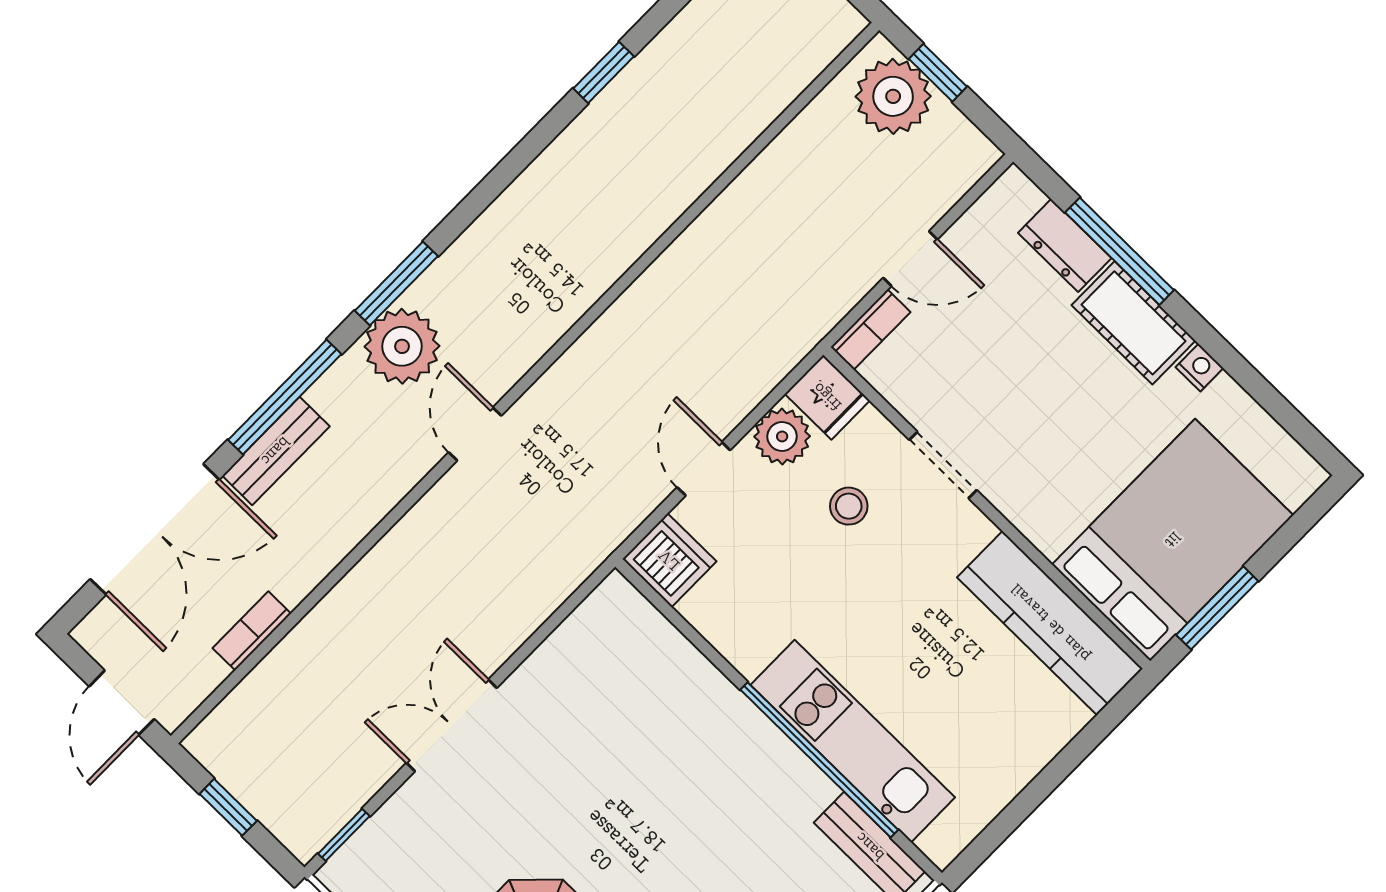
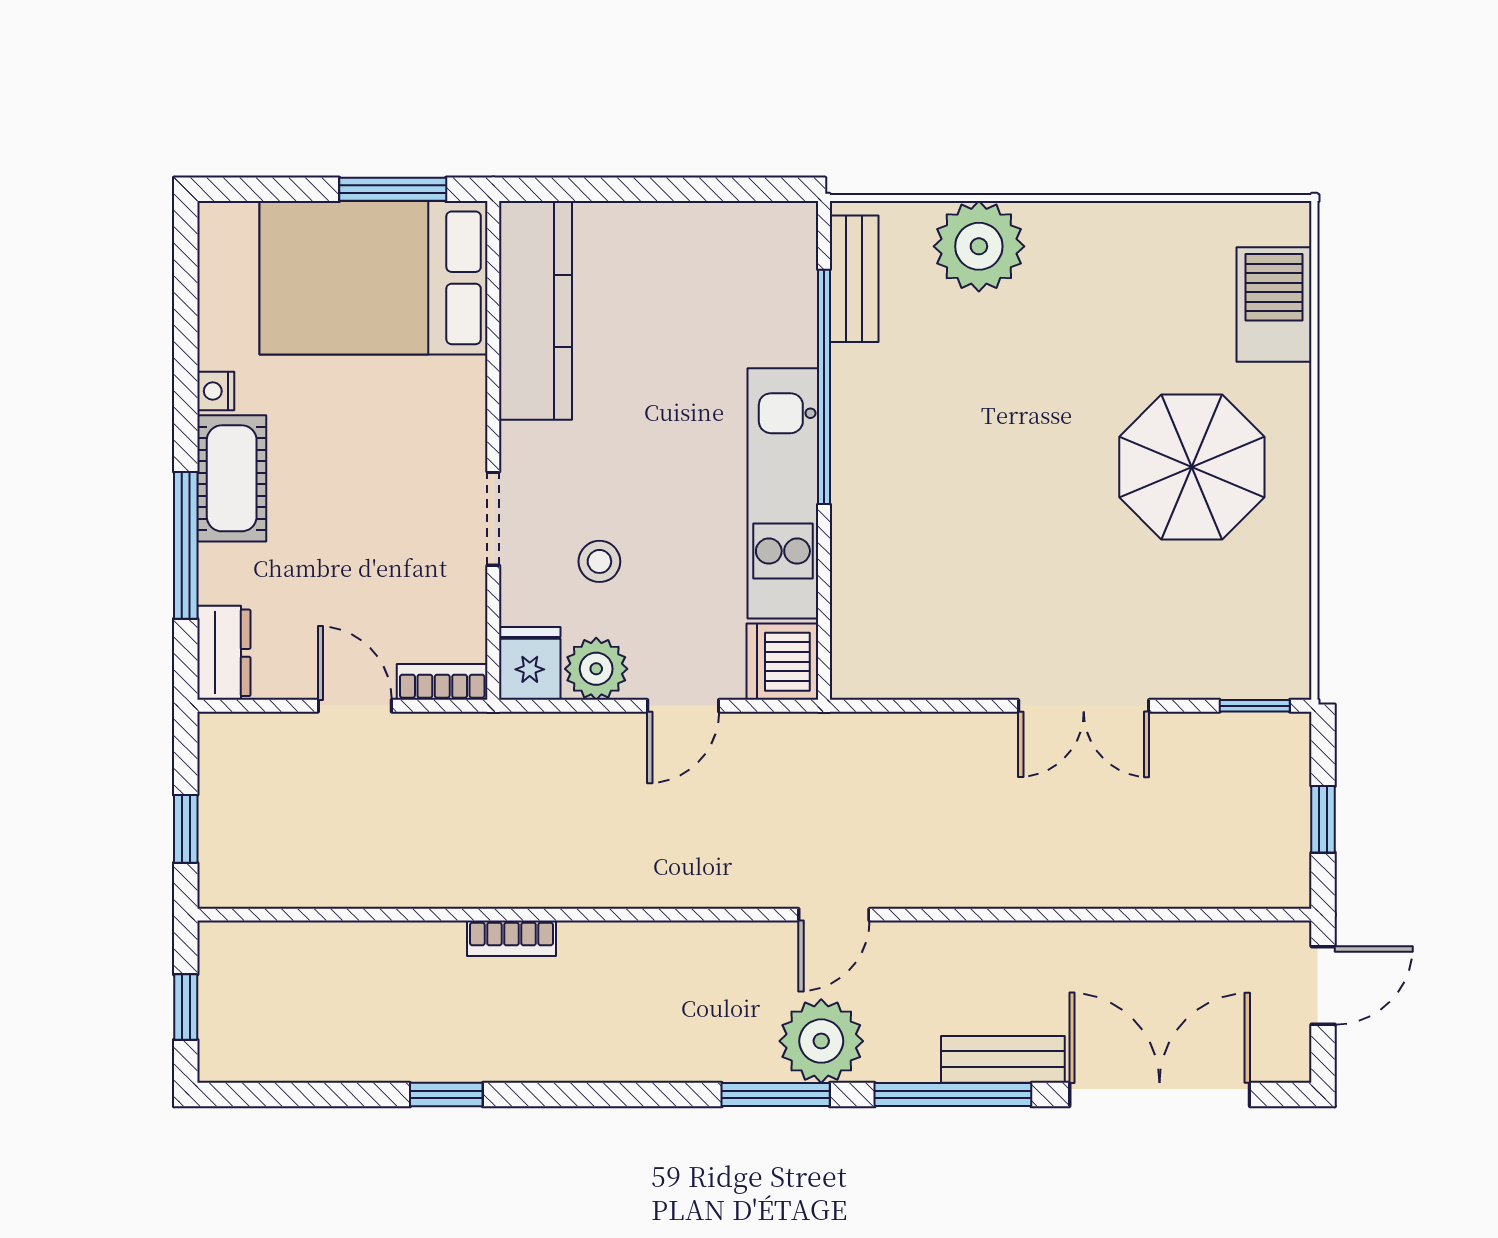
plant: (893, 96) -> (239, 846), removed
dresser: (1065, 245) -> (224, 653), moved
bookcase: (252, 631) -> (511, 938), moved
kitchen unit: (853, 741) -> (783, 493), moved

